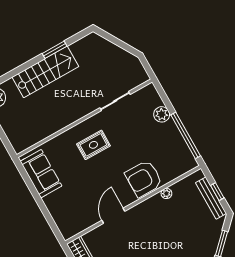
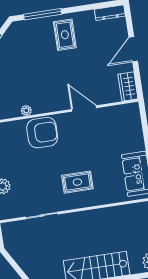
door: (113, 216) -> (84, 109), swing flipped

